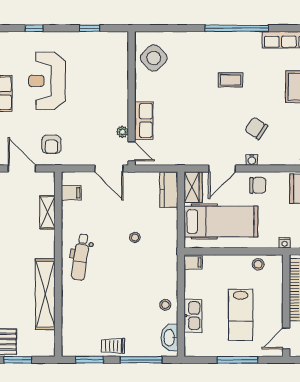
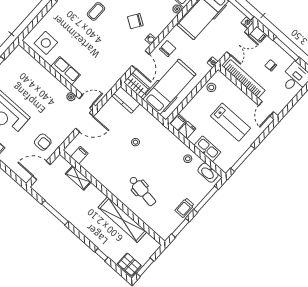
side table: (154, 58) -> (46, 43), turned 45
row of seats: (144, 120) -> (66, 71), moved
dental chair: (81, 257) -> (142, 191), moved
fridge: (193, 278) -> (187, 130), added
window: (237, 360) -> (243, 158), moved

